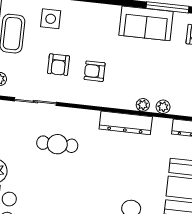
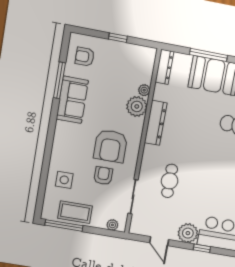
armchair: (58, 65) -> (103, 176), turned -90
armchair: (95, 71) -> (111, 146), width x1.88, depth x1.88
plant: (143, 105) -> (137, 106), width x1.88, depth x1.88

